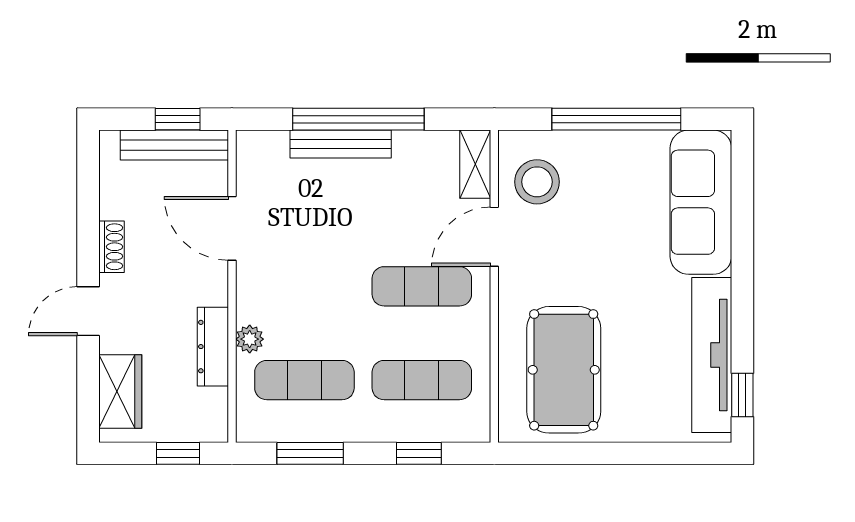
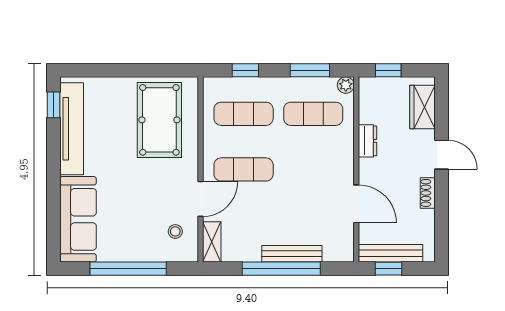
stool: (537, 182) -> (175, 231), width x0.53, depth x0.53
door: (88, 311) -> (442, 155), hinge flipped
plant: (250, 339) -> (346, 85), moved
dresser: (213, 347) -> (368, 141), width x0.70

